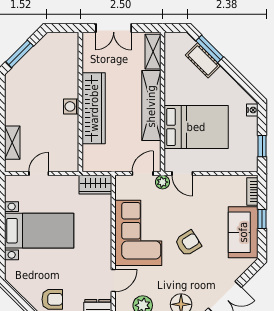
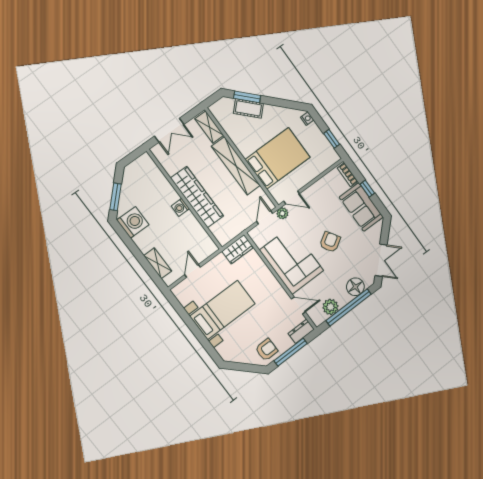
washing machine: (18, 89) -> (133, 222), added
door: (113, 281) -> (298, 305), hinge flipped

